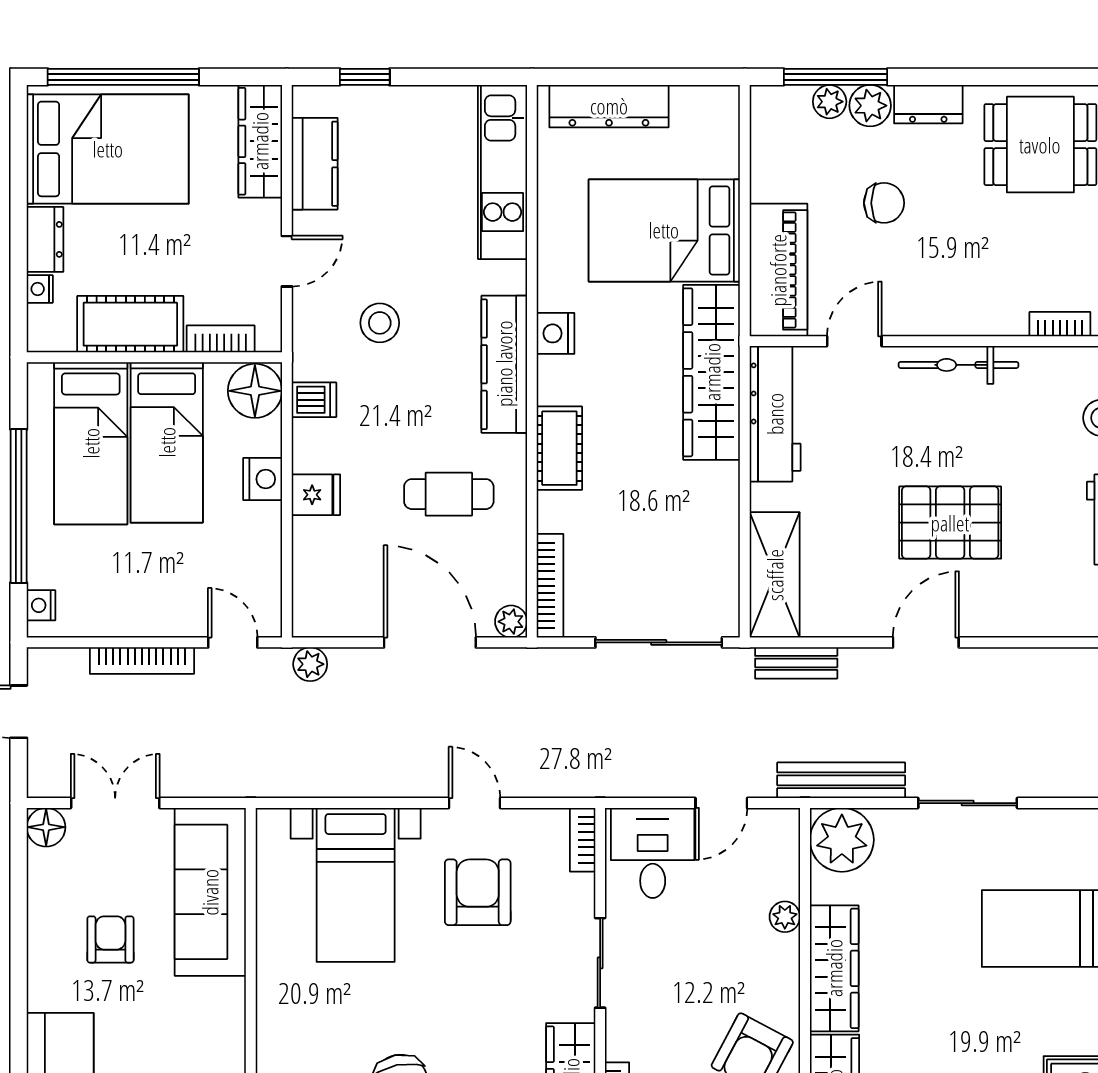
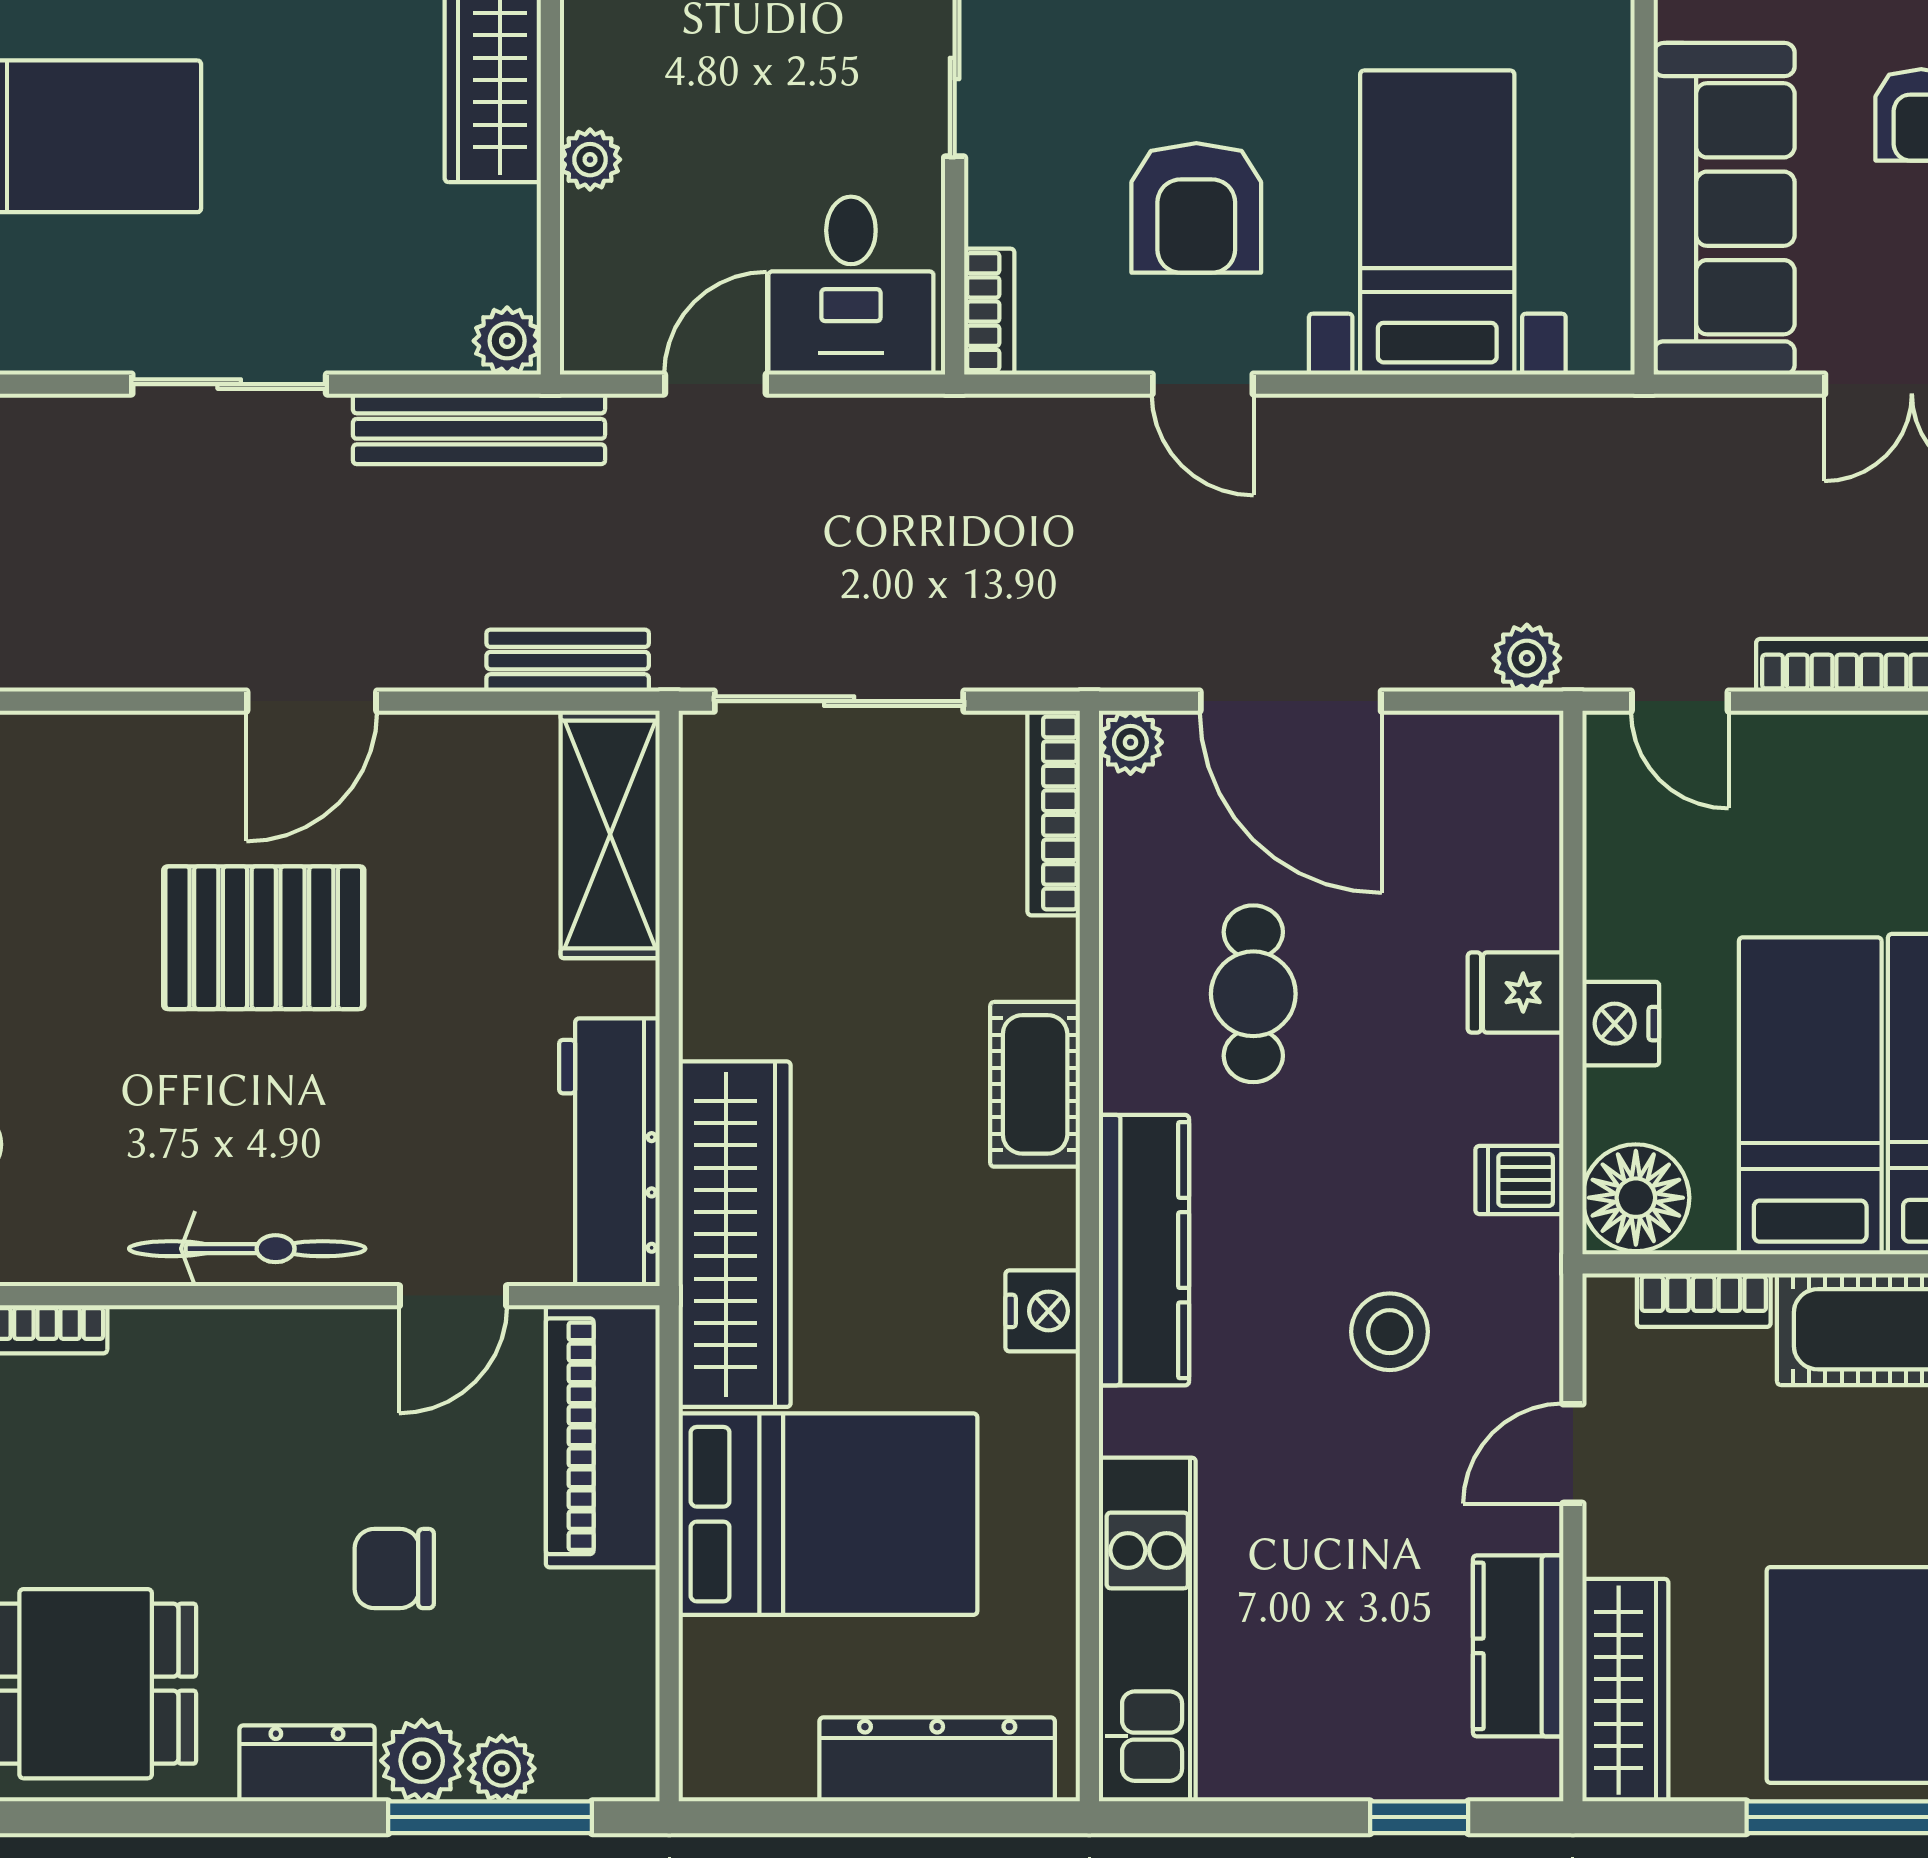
cafe table: (449, 494) -> (1253, 994), turned 90
plant: (842, 840) -> (507, 341), width x0.53, depth x0.53

